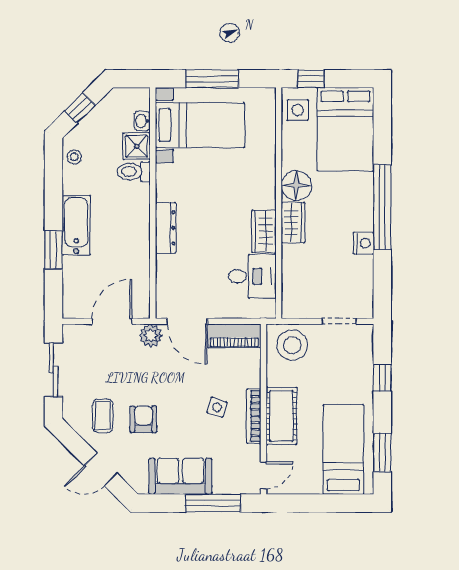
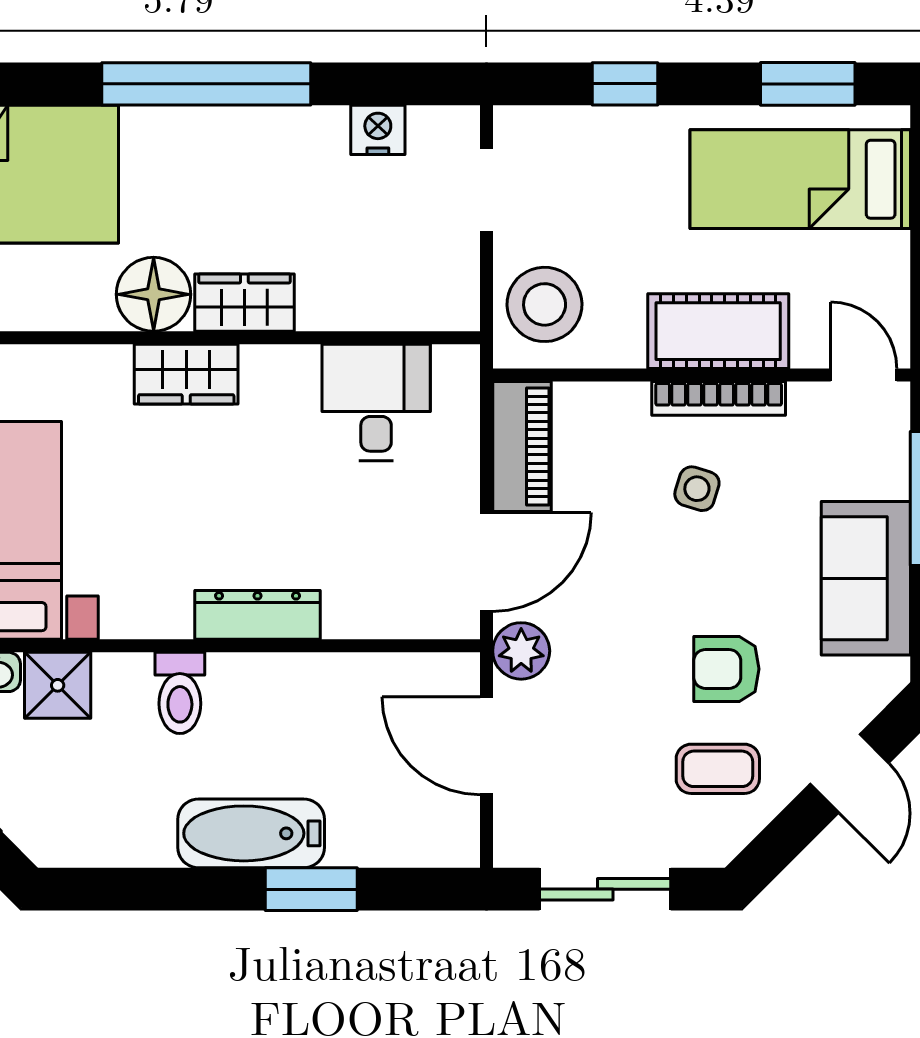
stool: (74, 157) -> (84, 838), removed
toilet: (134, 172) -> (180, 693), moved
wardrobe: (264, 231) -> (186, 374), moved
nightstand: (363, 243) -> (378, 130), moved

